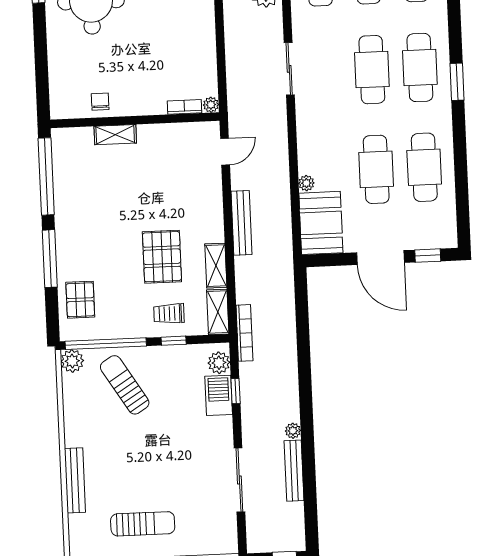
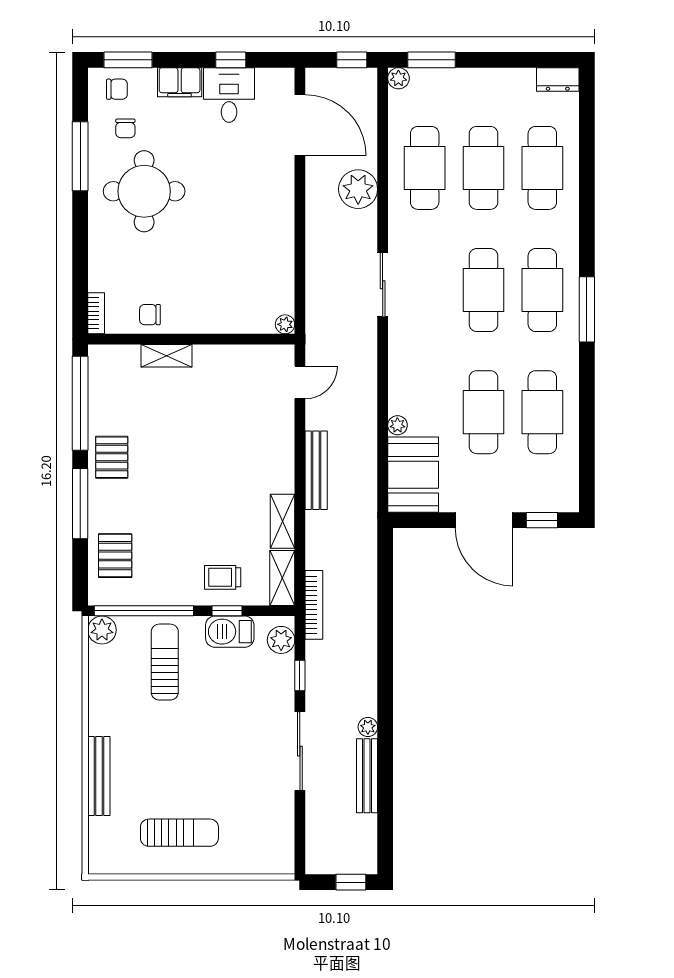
window: (457, 82) -> (587, 309), width x1.44
chair: (100, 102) -> (150, 315), turned -90
bookcase: (184, 107) -> (96, 313), moved, turned 90
pallet: (162, 257) -> (112, 457), moved, width x0.67, depth x0.71
sun lounger: (125, 385) -> (165, 662), turned 32
barbecue: (219, 395) -> (230, 632), moved, turned -90
sliding door: (239, 480) -> (300, 751), moved

